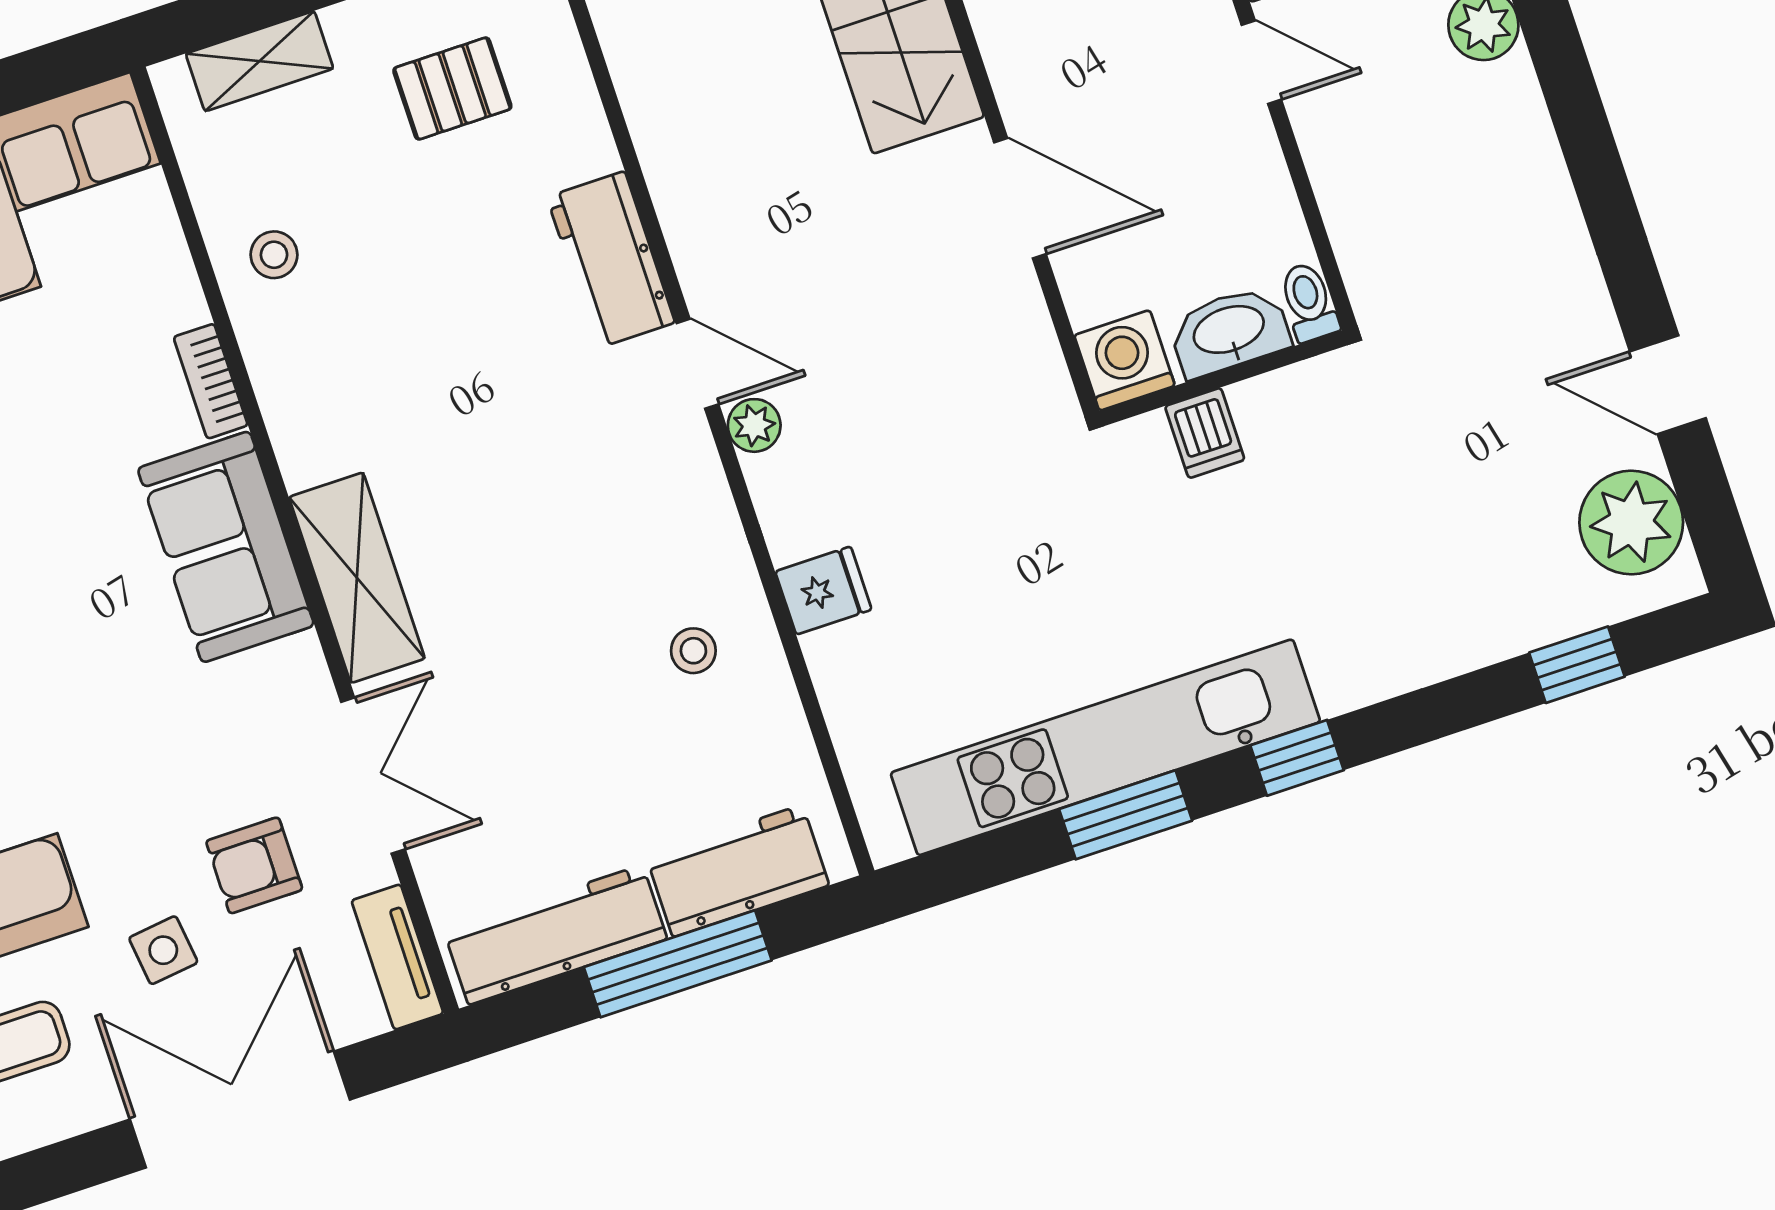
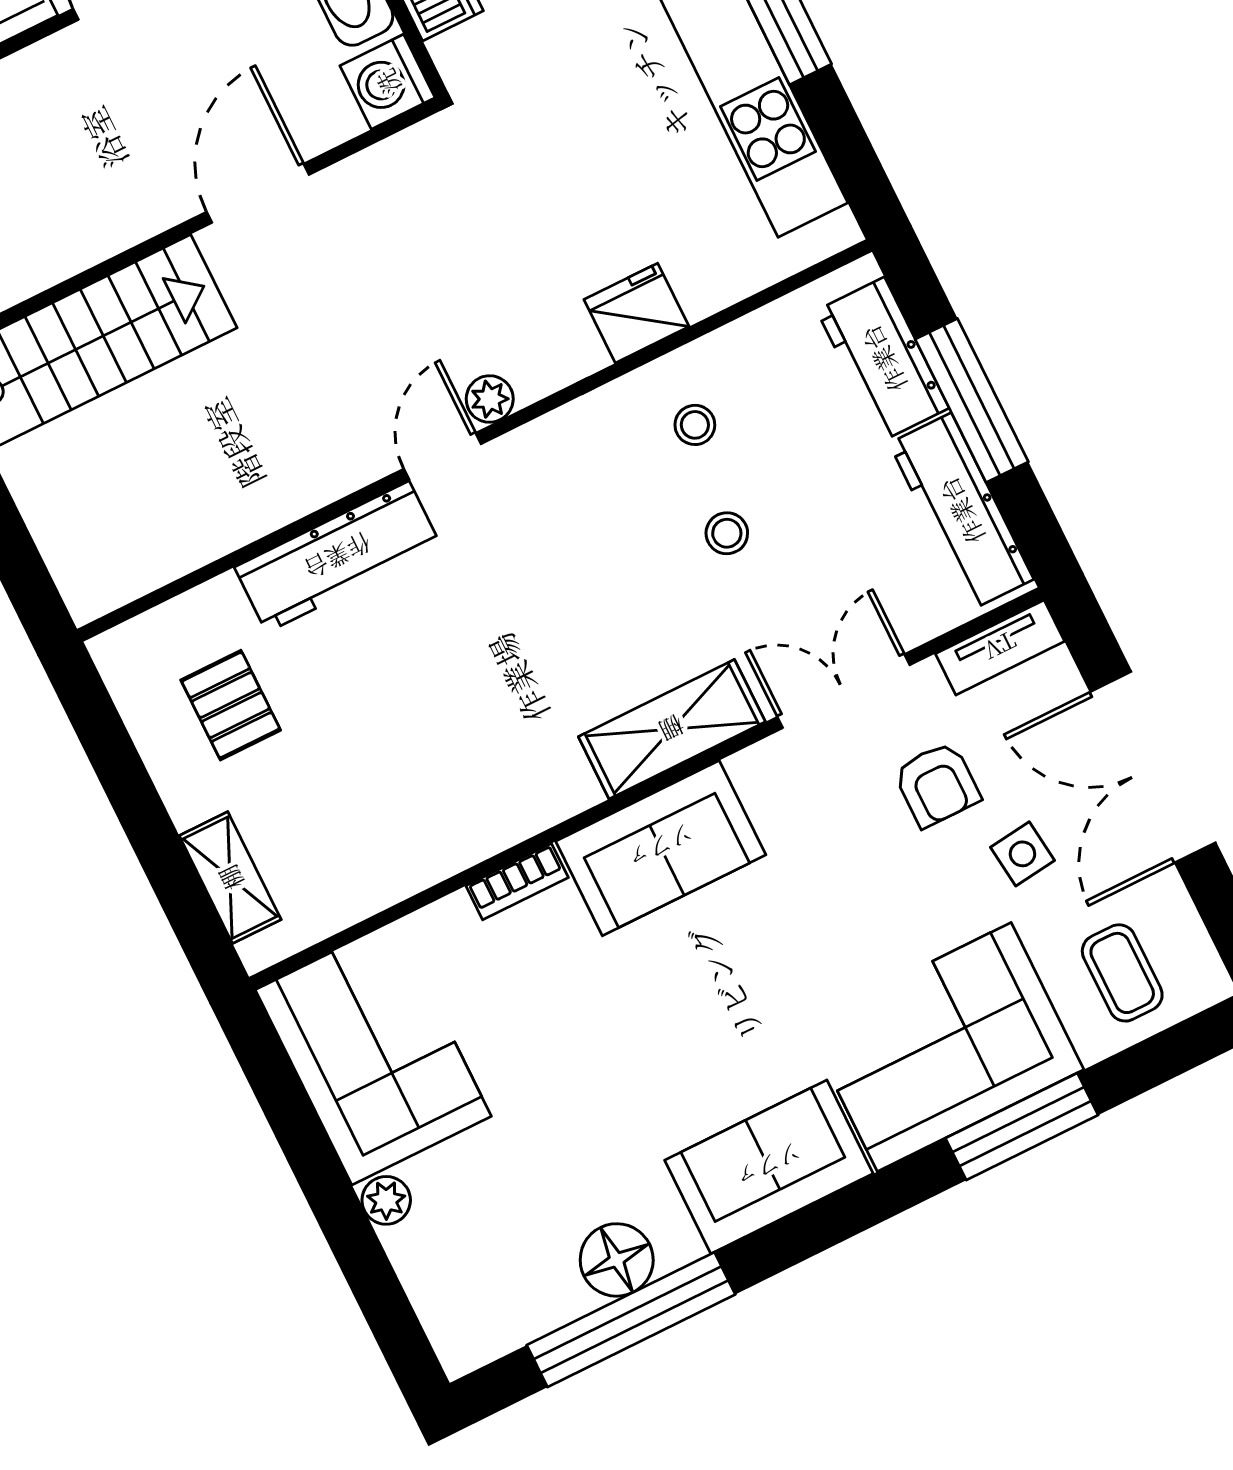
stool: (274, 255) -> (727, 533), moved
workbench: (611, 260) -> (338, 557), width x1.38
fridge: (823, 591) -> (637, 313), width x1.38

